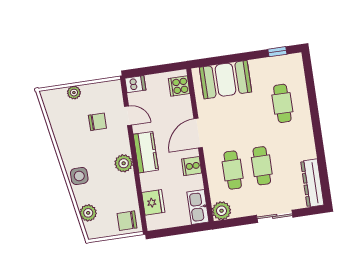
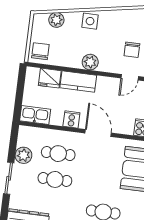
kitchen counter: (146, 152) -> (78, 82), moved
plant: (222, 211) -> (23, 155), moved

